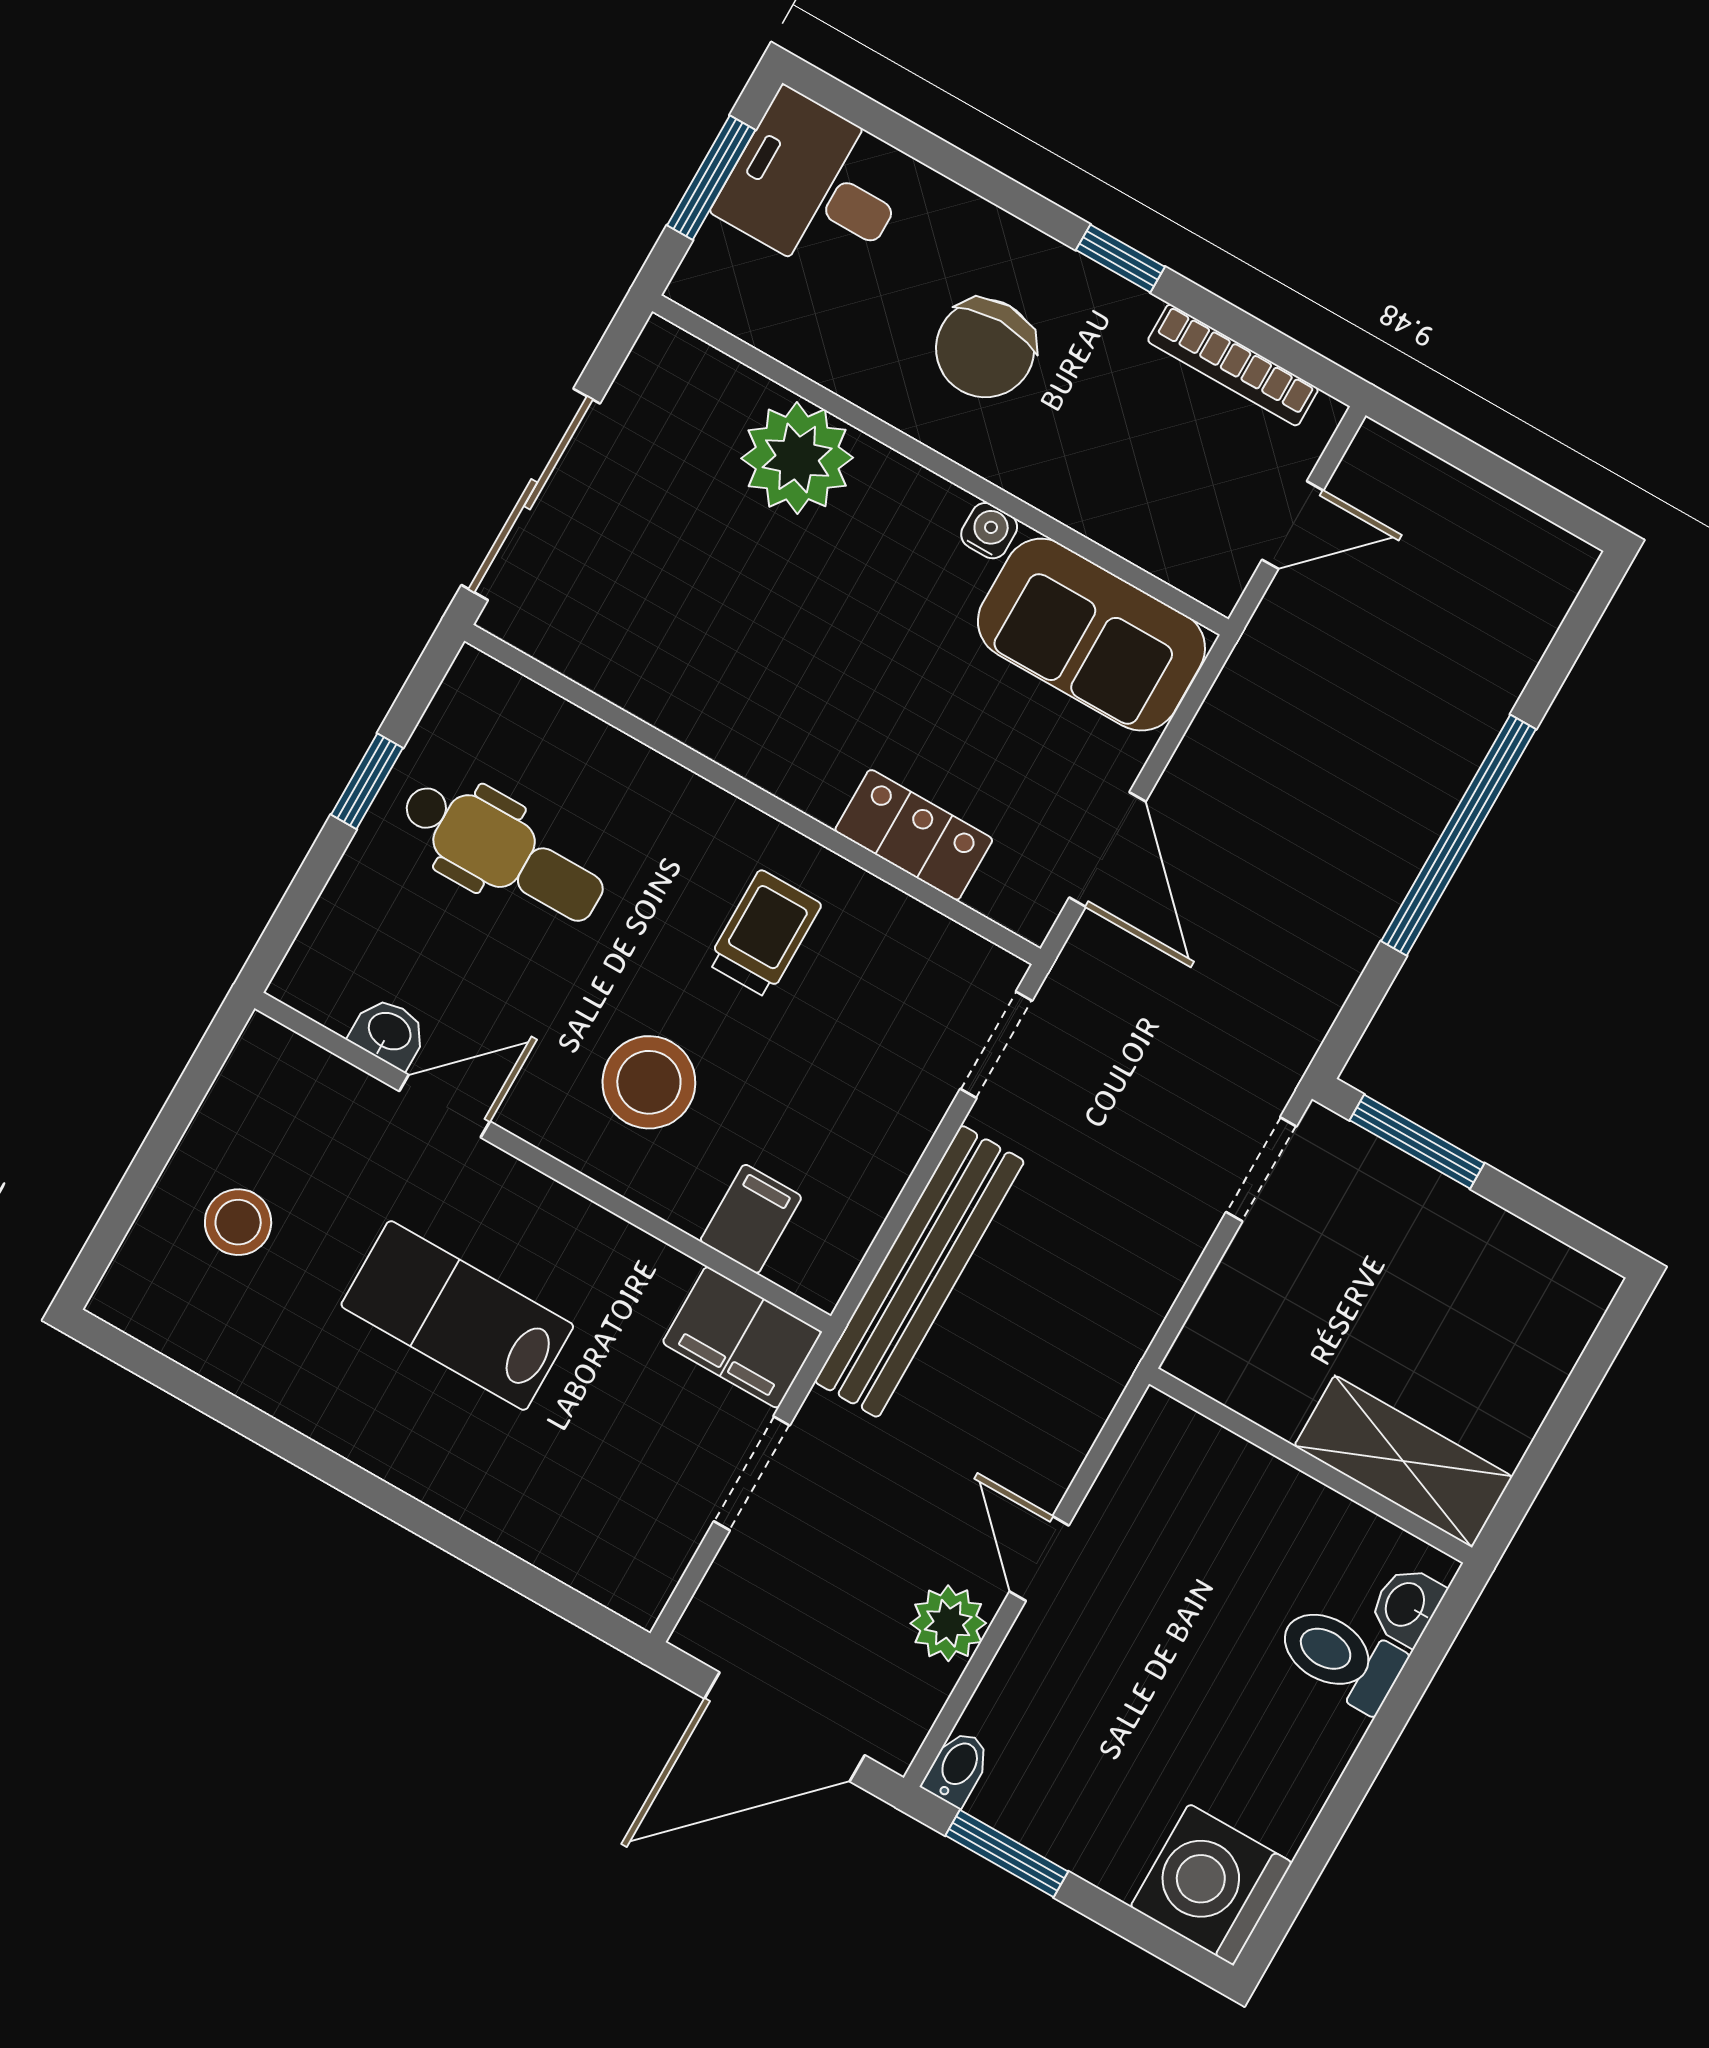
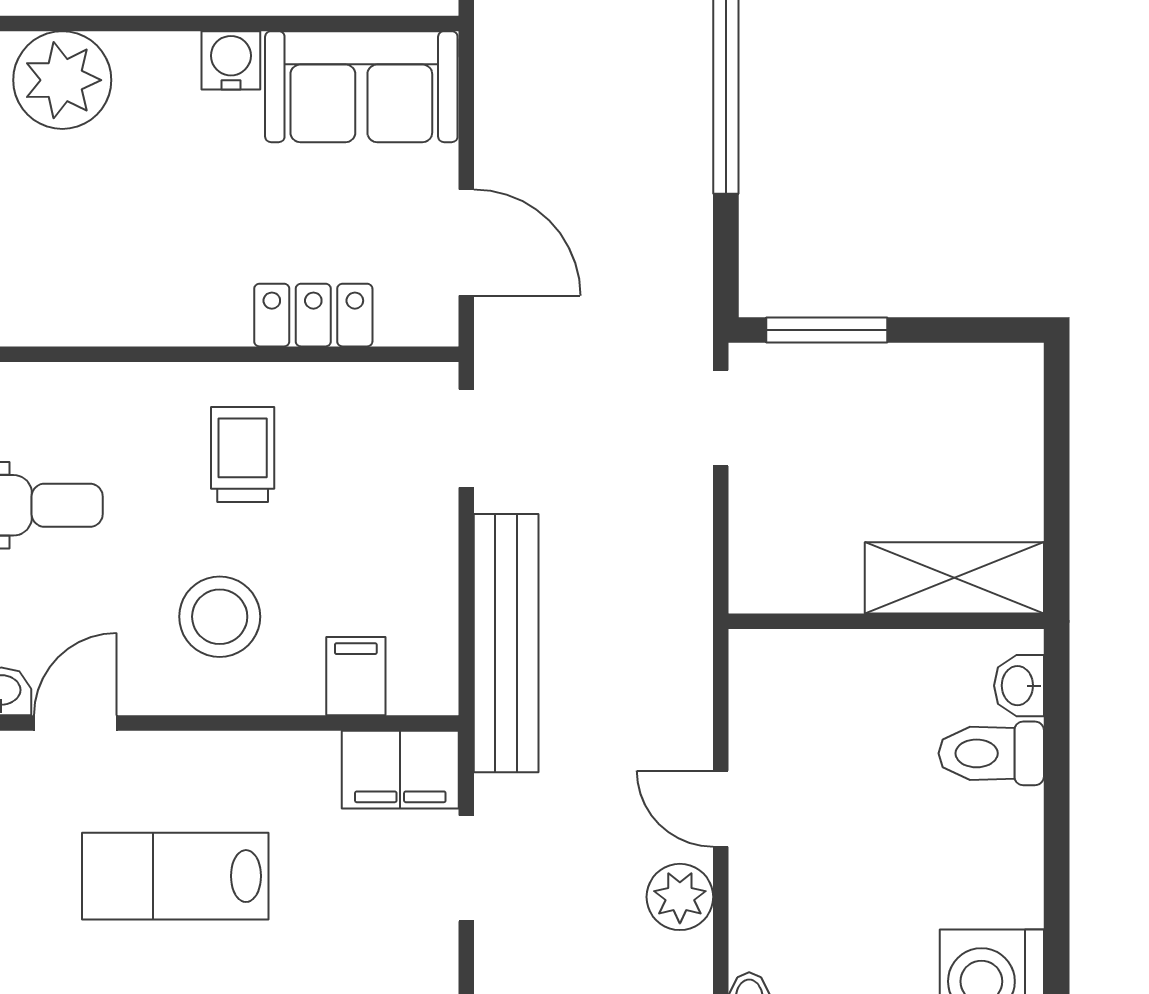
water cooler: (989, 531) -> (231, 60), width x1.38, depth x1.38

